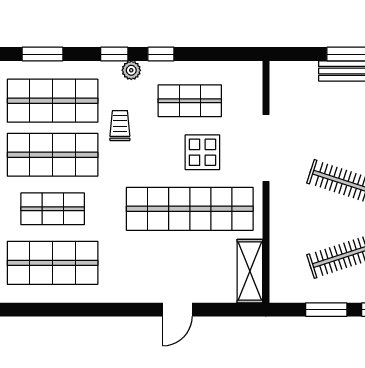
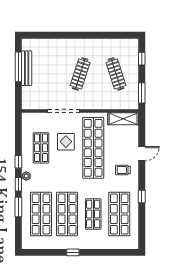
window: (43, 54) -> (18, 207), moved
trolley: (120, 126) -> (123, 170), moved
window: (89, 310) -> (142, 196), added
door: (177, 310) -> (142, 154), hinge flipped
window: (326, 310) -> (142, 93), moved

